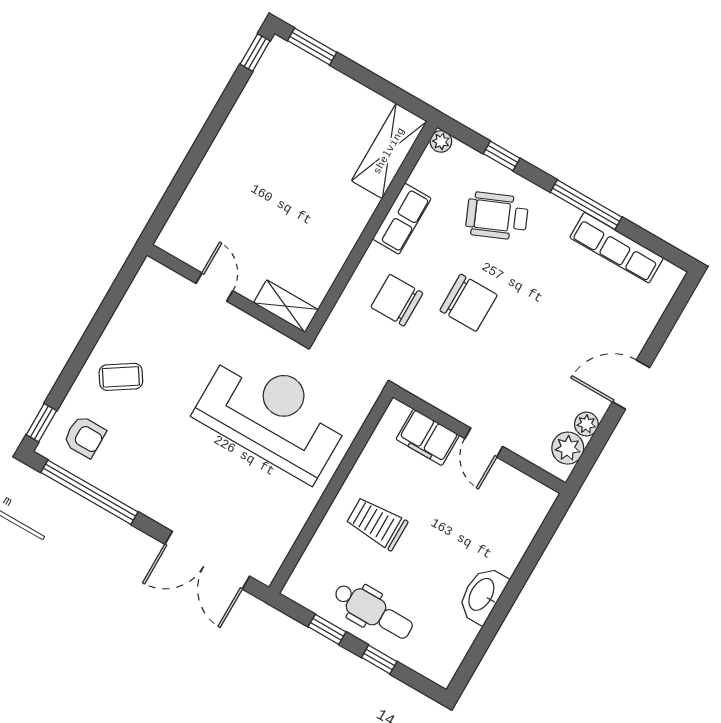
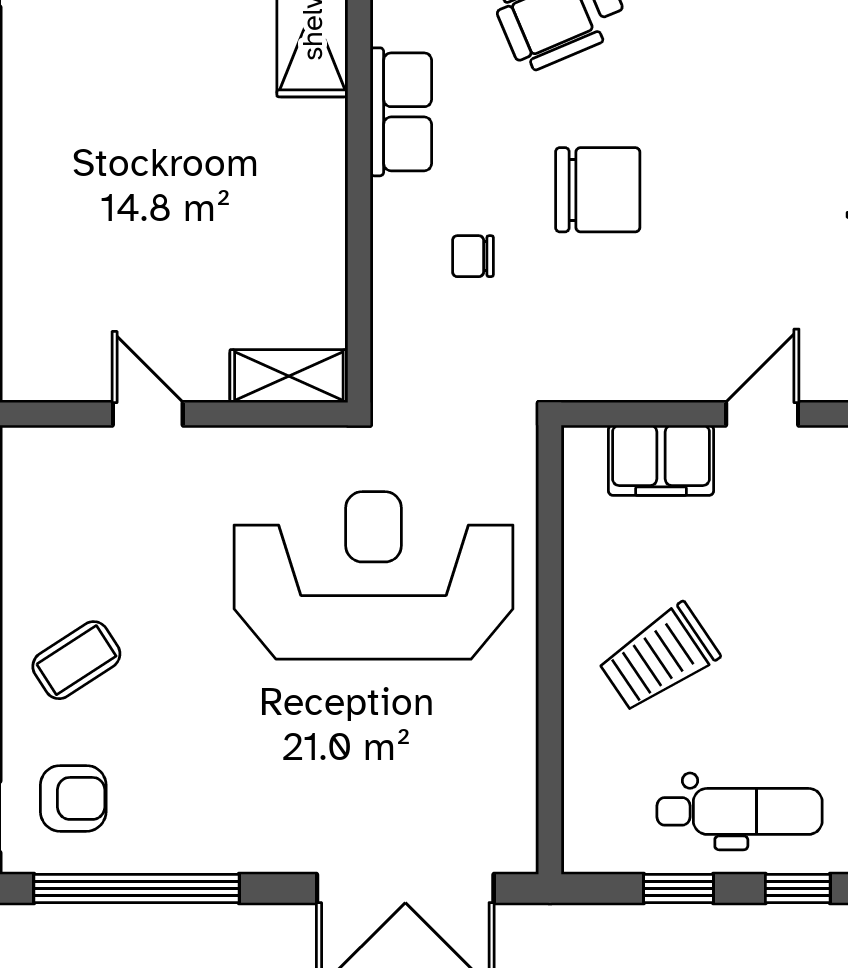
chair: (397, 300) -> (473, 256), width x0.54, depth x0.54
door: (484, 443) -> (762, 414), swing flipped
trolley: (377, 523) -> (659, 658), turned -34

